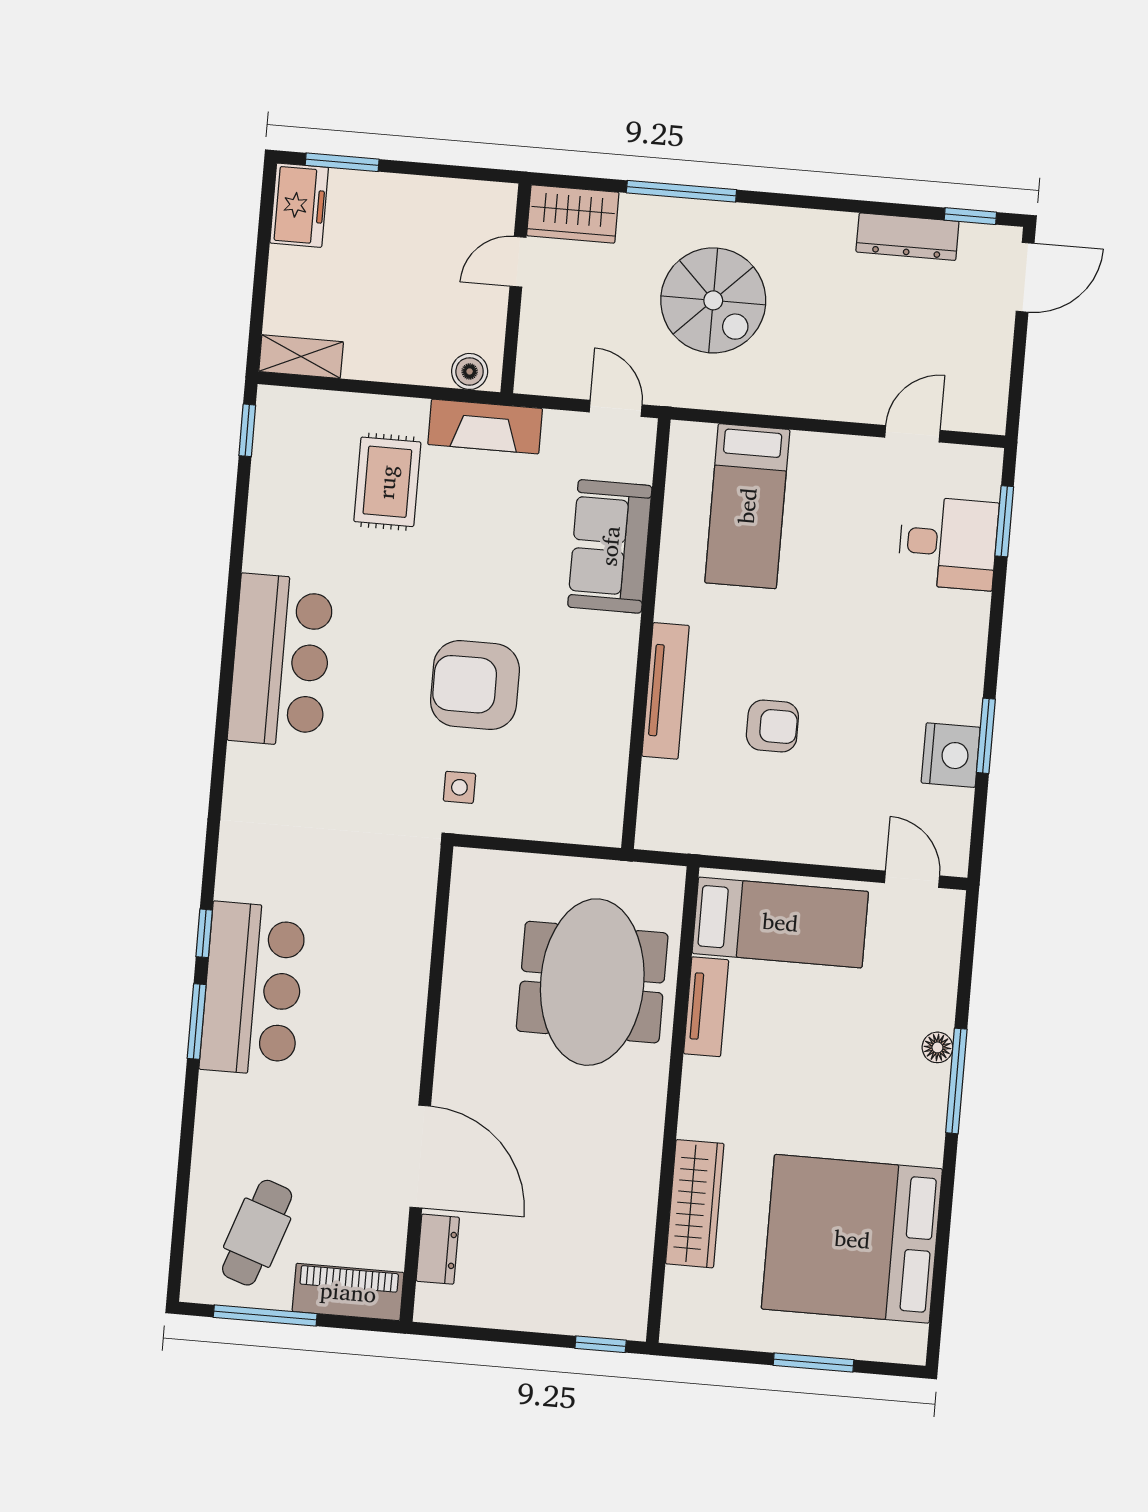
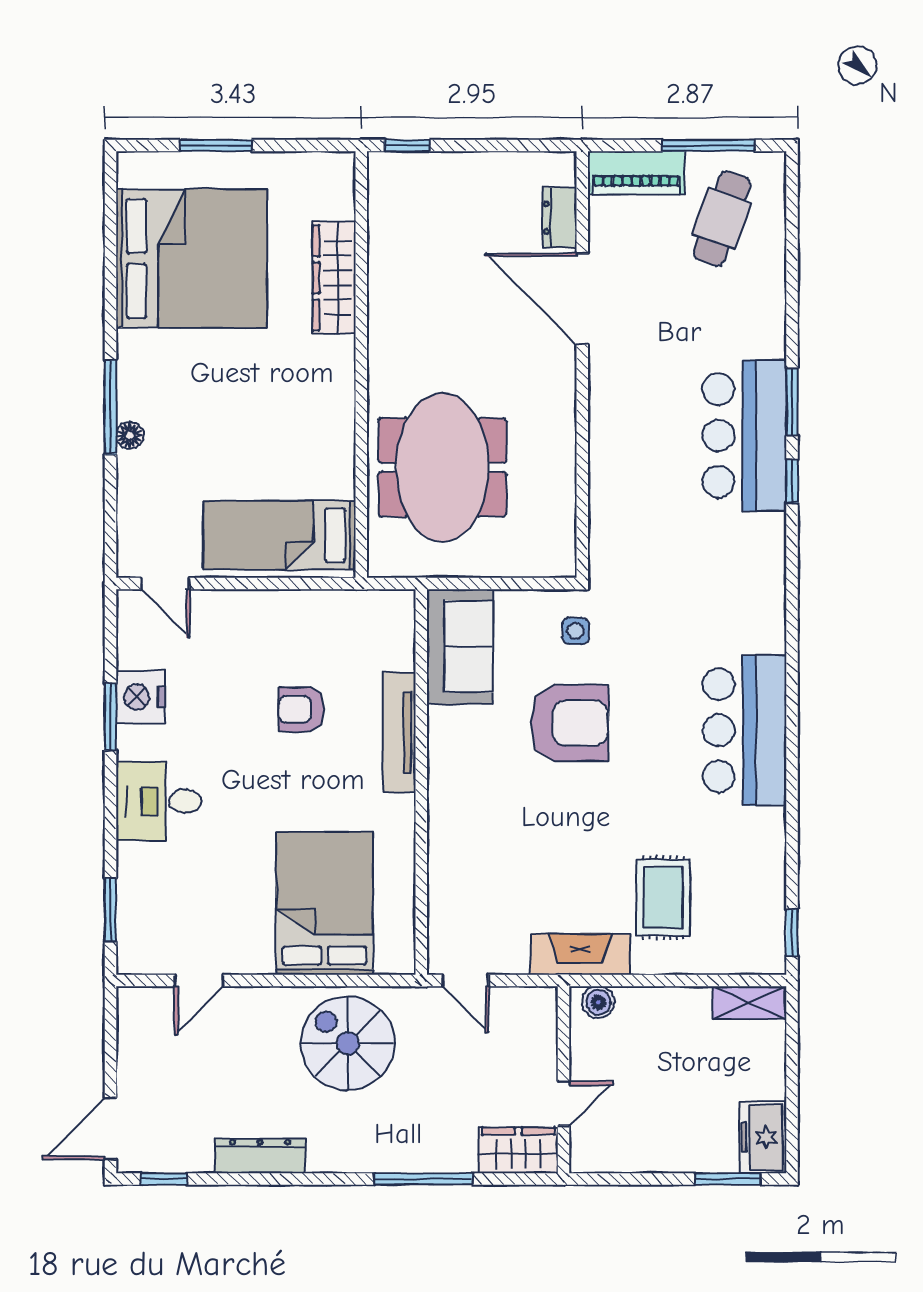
dresser: (907, 237) -> (260, 1156), moved
spiral stairs: (713, 300) -> (348, 1043), moved
bed: (747, 506) -> (324, 903), width x1.50
desk: (948, 543) -> (159, 801), moved
sofa: (610, 546) -> (460, 646), moved
tv unit: (706, 1007) -> (339, 454), removed

